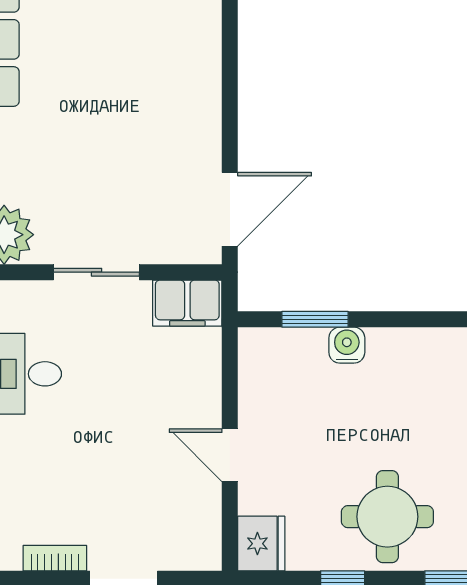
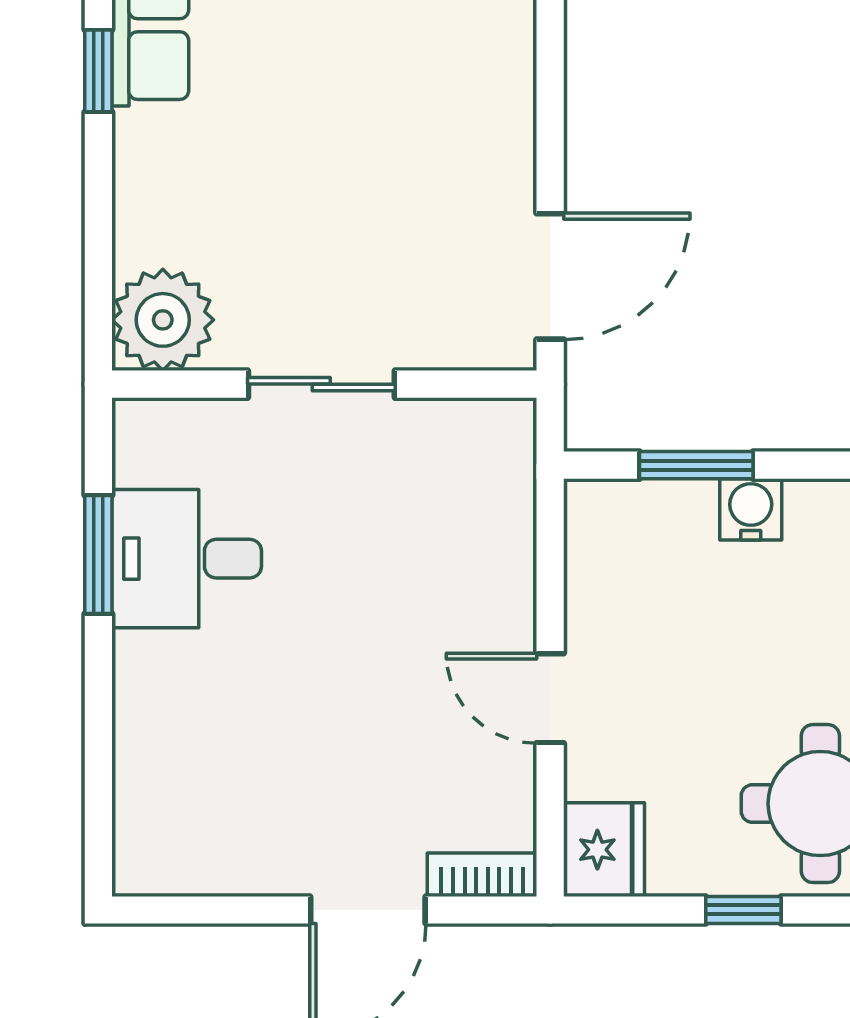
filing cabinet: (187, 303) -> (477, 437), removed
bookcase: (55, 558) -> (482, 875), moved

